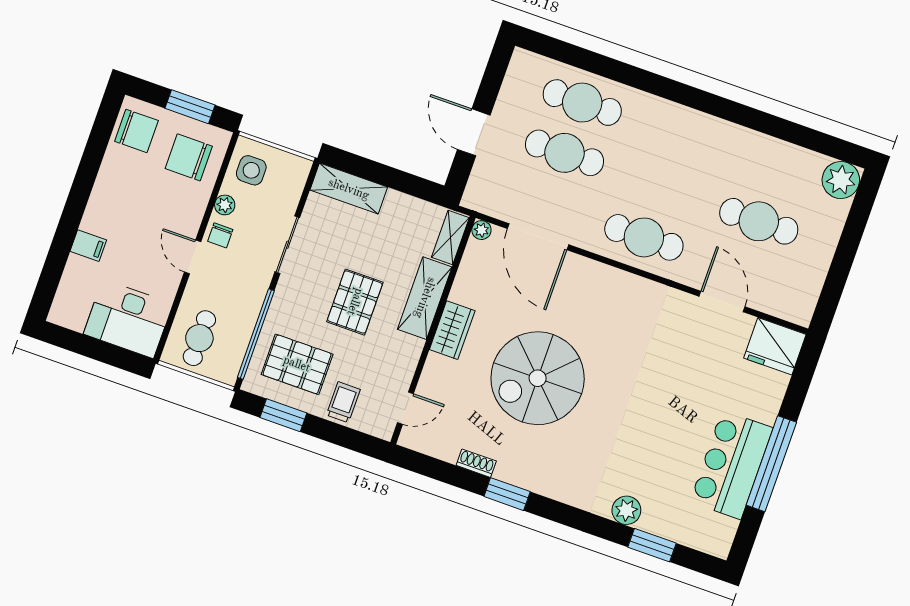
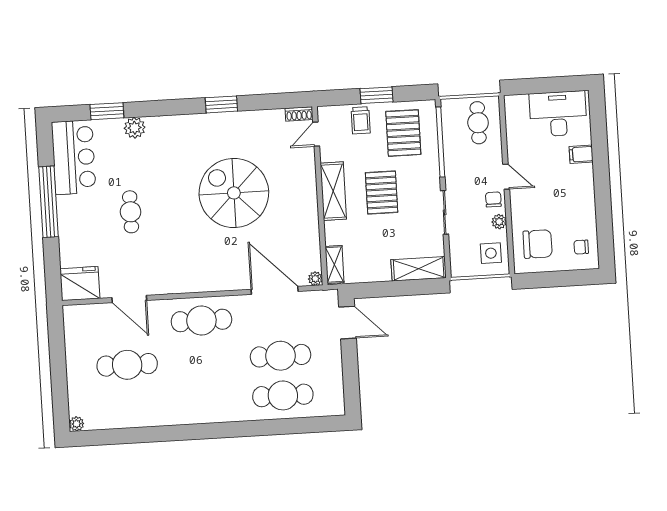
window: (190, 107) -> (551, 279), removed
chair: (136, 131) -> (581, 247), width x0.54, depth x0.54
door: (474, 132) -> (348, 323), moved
plant: (841, 180) -> (77, 424), width x0.53, depth x0.53
shelving: (425, 298) -> (333, 191), moved
desk: (128, 319) -> (558, 114), moved
wardrobe: (452, 330) -> (307, 201), removed
pallet: (297, 364) -> (403, 133), turned 90
spiral stairs: (538, 378) -> (234, 193), turned -90
cafe table: (675, 409) -> (131, 212), added
window: (283, 415) -> (377, 95), moved
shoe rack: (476, 463) -> (299, 114), moved
bar counter: (731, 465) -> (74, 157), moved

